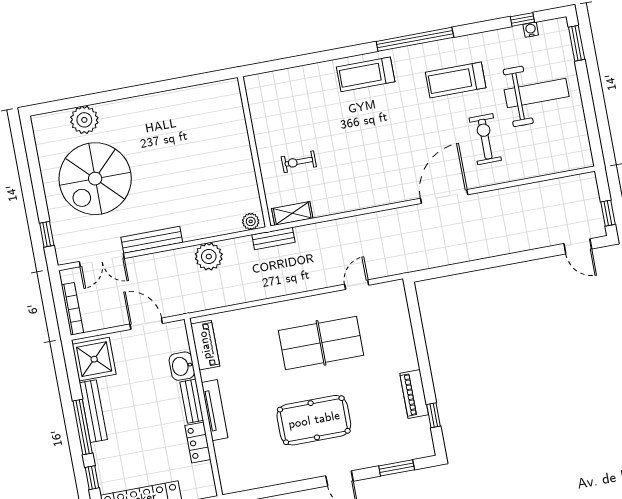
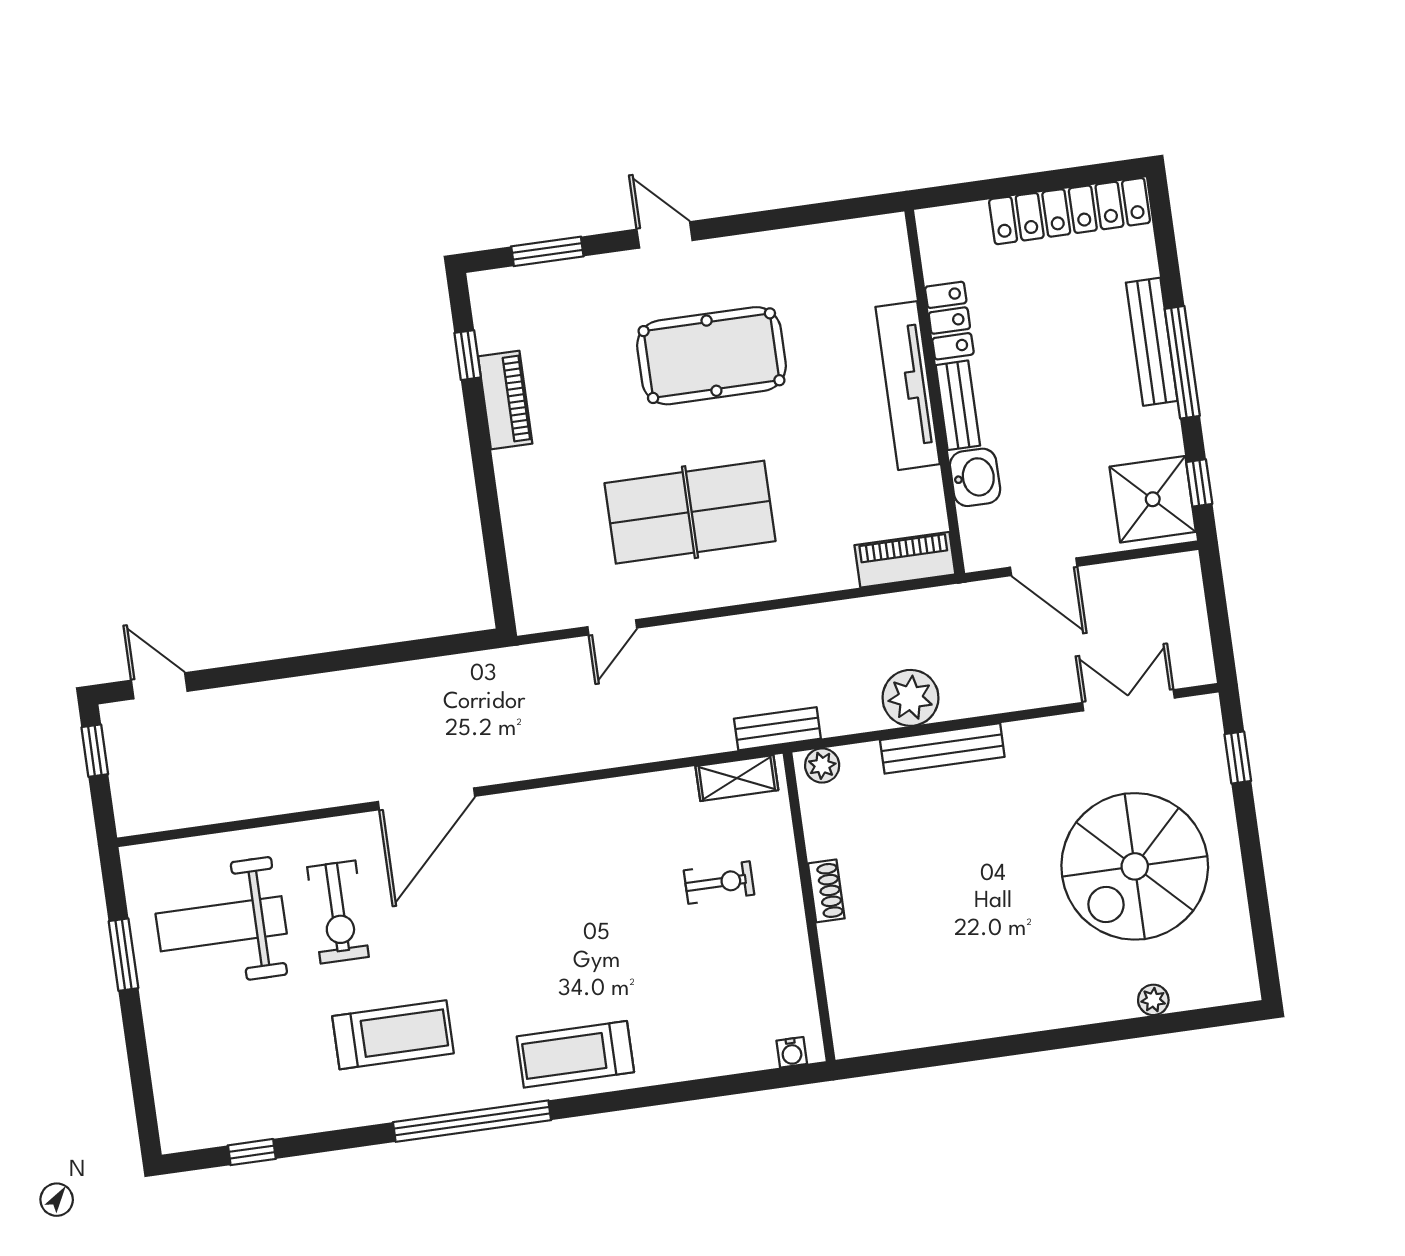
water cooler: (531, 30) -> (792, 1052), moved
window: (577, 43) -> (123, 955), moved
treadmill: (366, 74) -> (575, 1054), turned 180
weight bench: (537, 93) -> (221, 924), moved
plant: (84, 120) -> (1153, 1000), width x0.53, depth x0.53
shoe rack: (246, 160) -> (826, 891), added
spiral stairs: (95, 179) -> (1135, 866), turned 180
bench: (152, 240) -> (942, 748), moved
bookcase: (72, 309) -> (1193, 604), removed
piano: (205, 345) -> (905, 560), moved, turned 90
tv unit: (215, 410) -> (908, 386), width x1.36, depth x1.29
bench: (93, 411) -> (1152, 342), moved
window: (92, 478) -> (1199, 483), moved

